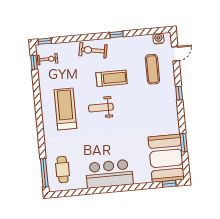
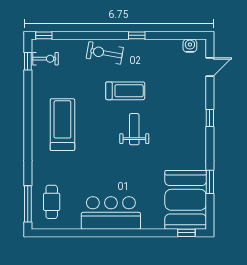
exercise mat: (152, 69) -> (179, 84), removed
weight bench: (101, 108) -> (134, 129), moved, turned 90

